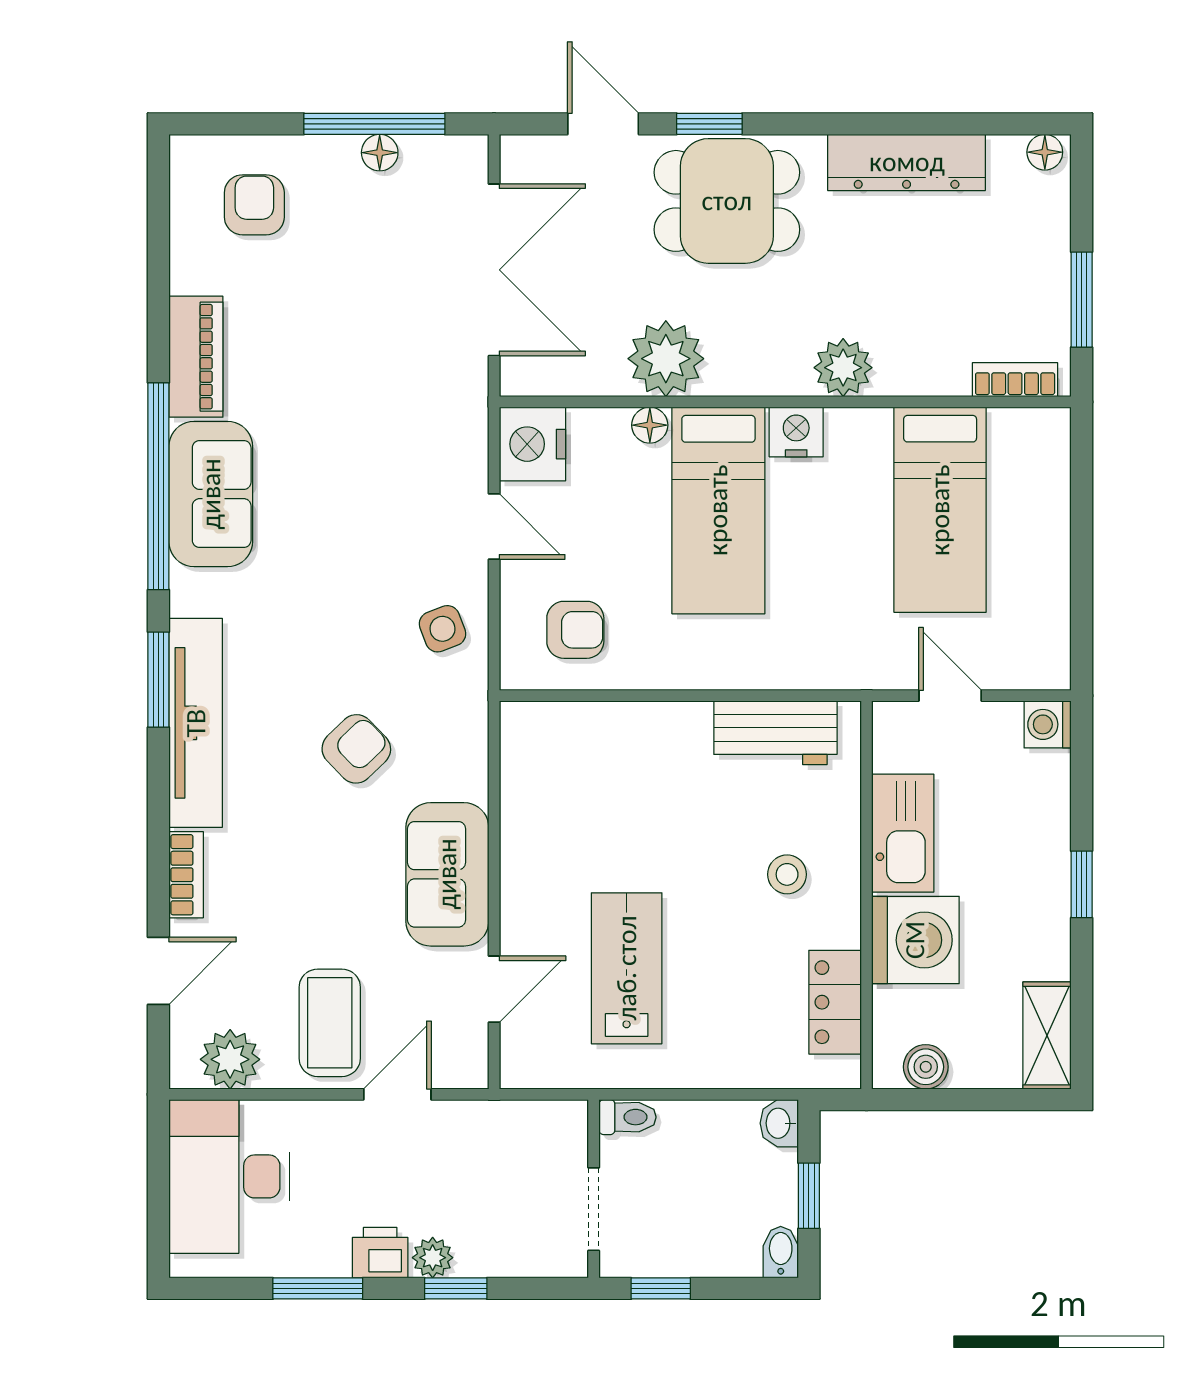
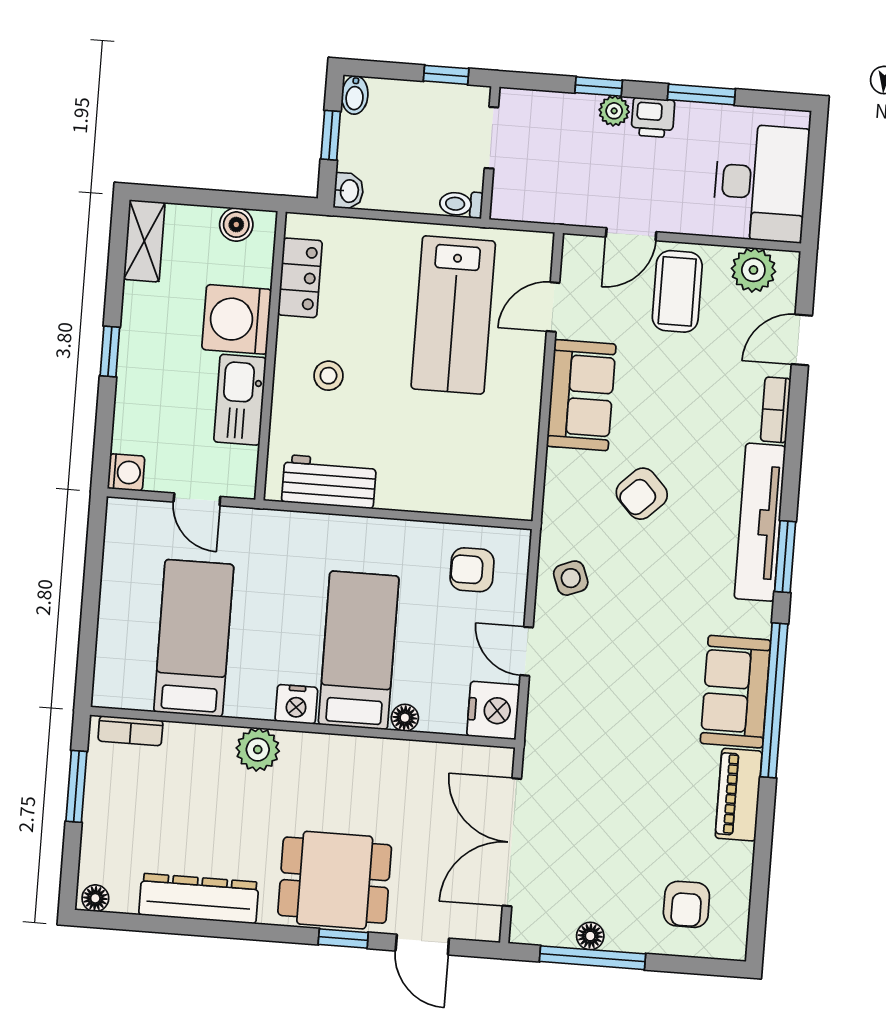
plant: (666, 359) -> (389, 766), removed
lab bench: (627, 968) -> (453, 315), width x1.36, depth x1.39

